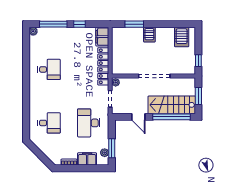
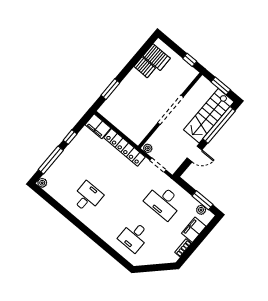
server rack: (149, 35) -> (145, 67), moved
desk: (49, 123) -> (134, 236), turned 180

